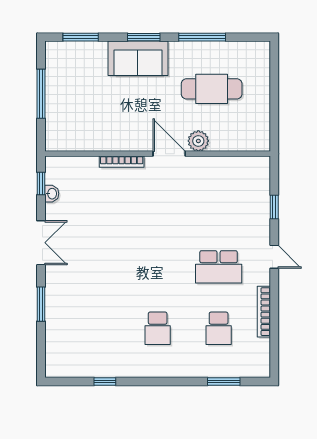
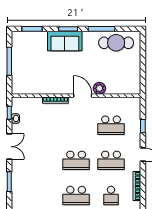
cafe table: (212, 89) -> (116, 43), moved
school desk: (219, 205) -> (111, 125), added
school desk: (158, 267) -> (76, 160), added
school desk: (158, 328) -> (76, 196), width x1.85

